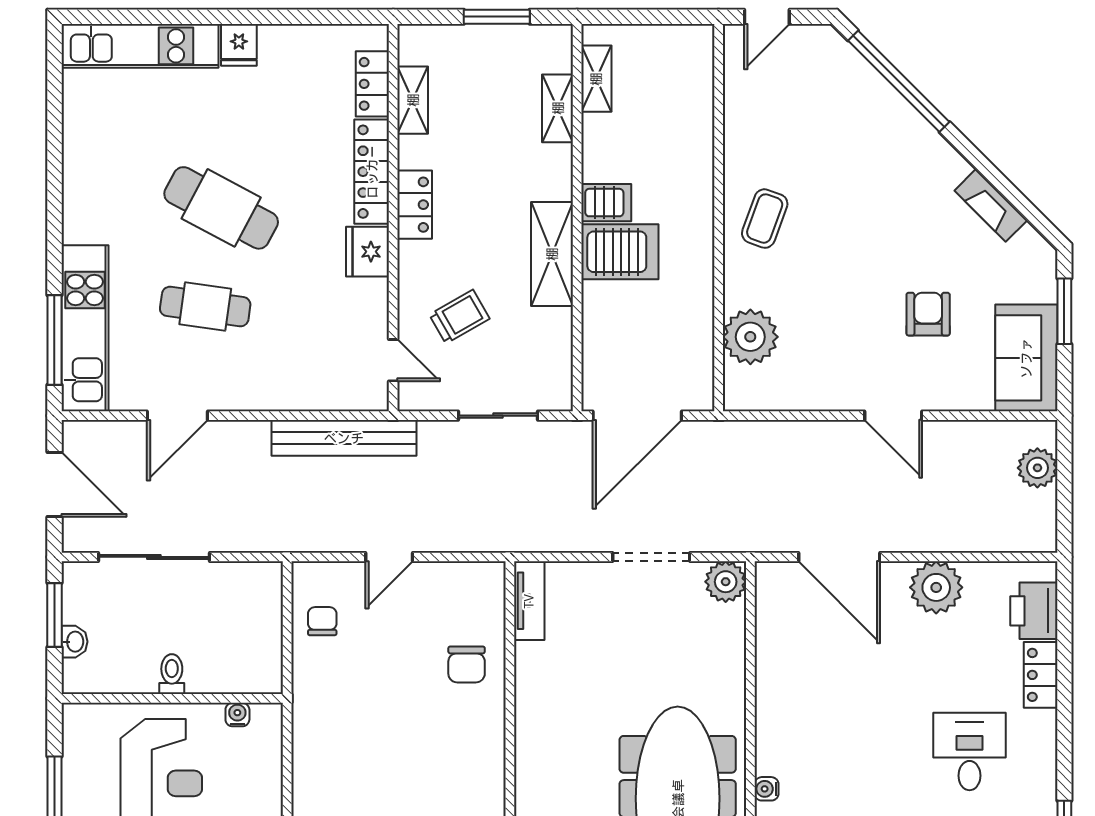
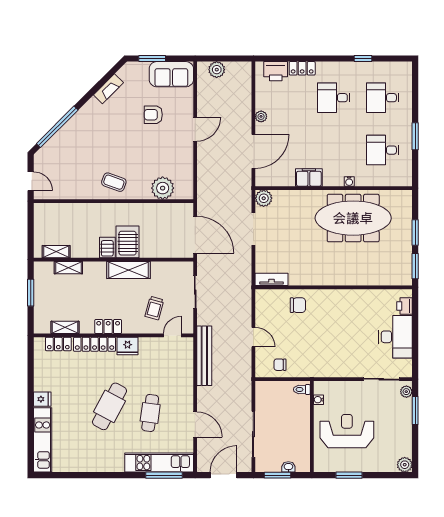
trolley: (459, 317) -> (154, 308), turned -135
plant: (936, 587) -> (261, 116), width x0.53, depth x0.53
toilet: (172, 674) -> (302, 389), moved
filing cabinet: (776, 691) -> (309, 177), added

